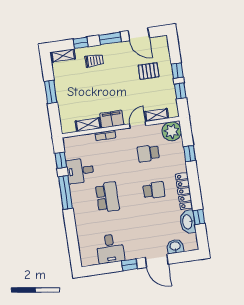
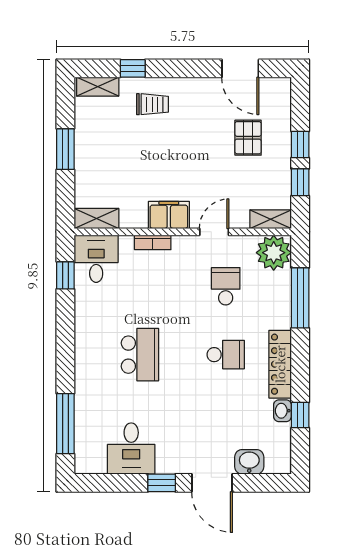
window: (110, 38) -> (187, 68), removed
pallet: (149, 71) -> (248, 138), turned 90
shelving: (157, 115) -> (271, 219), moved
shelving: (88, 125) -> (96, 218), moved
school desk: (148, 153) -> (226, 286), turned 90
window: (190, 154) -> (300, 298), width x2.17
desk: (80, 171) -> (96, 259), moved, turned 90
window: (65, 192) -> (65, 424), moved
washbasin: (188, 222) -> (282, 411), width x0.52, depth x0.69

